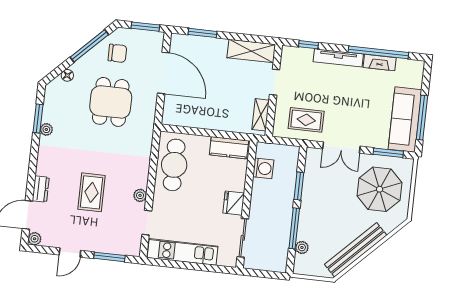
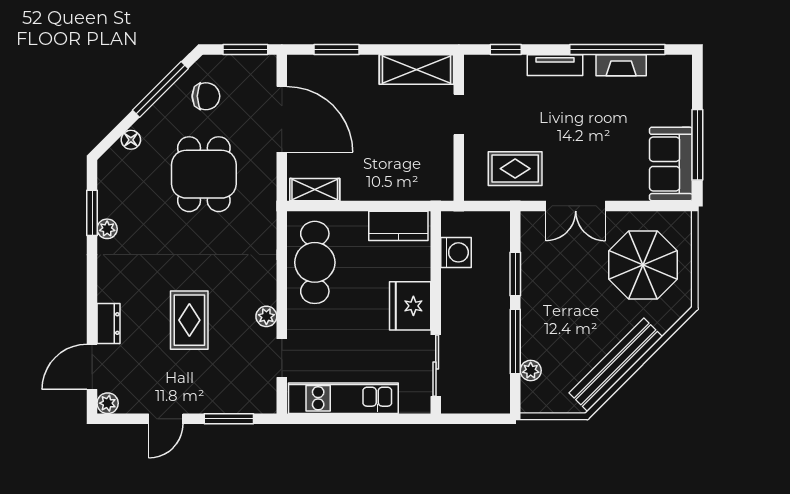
tv unit: (338, 58) -> (555, 65), width x0.71
shelving: (261, 115) -> (315, 190), moved, turned 90
sofa: (405, 120) -> (671, 164), width x0.73
window: (388, 153) -> (650, 206), removed
fridge: (234, 203) -> (410, 306), width x1.36, depth x1.34

